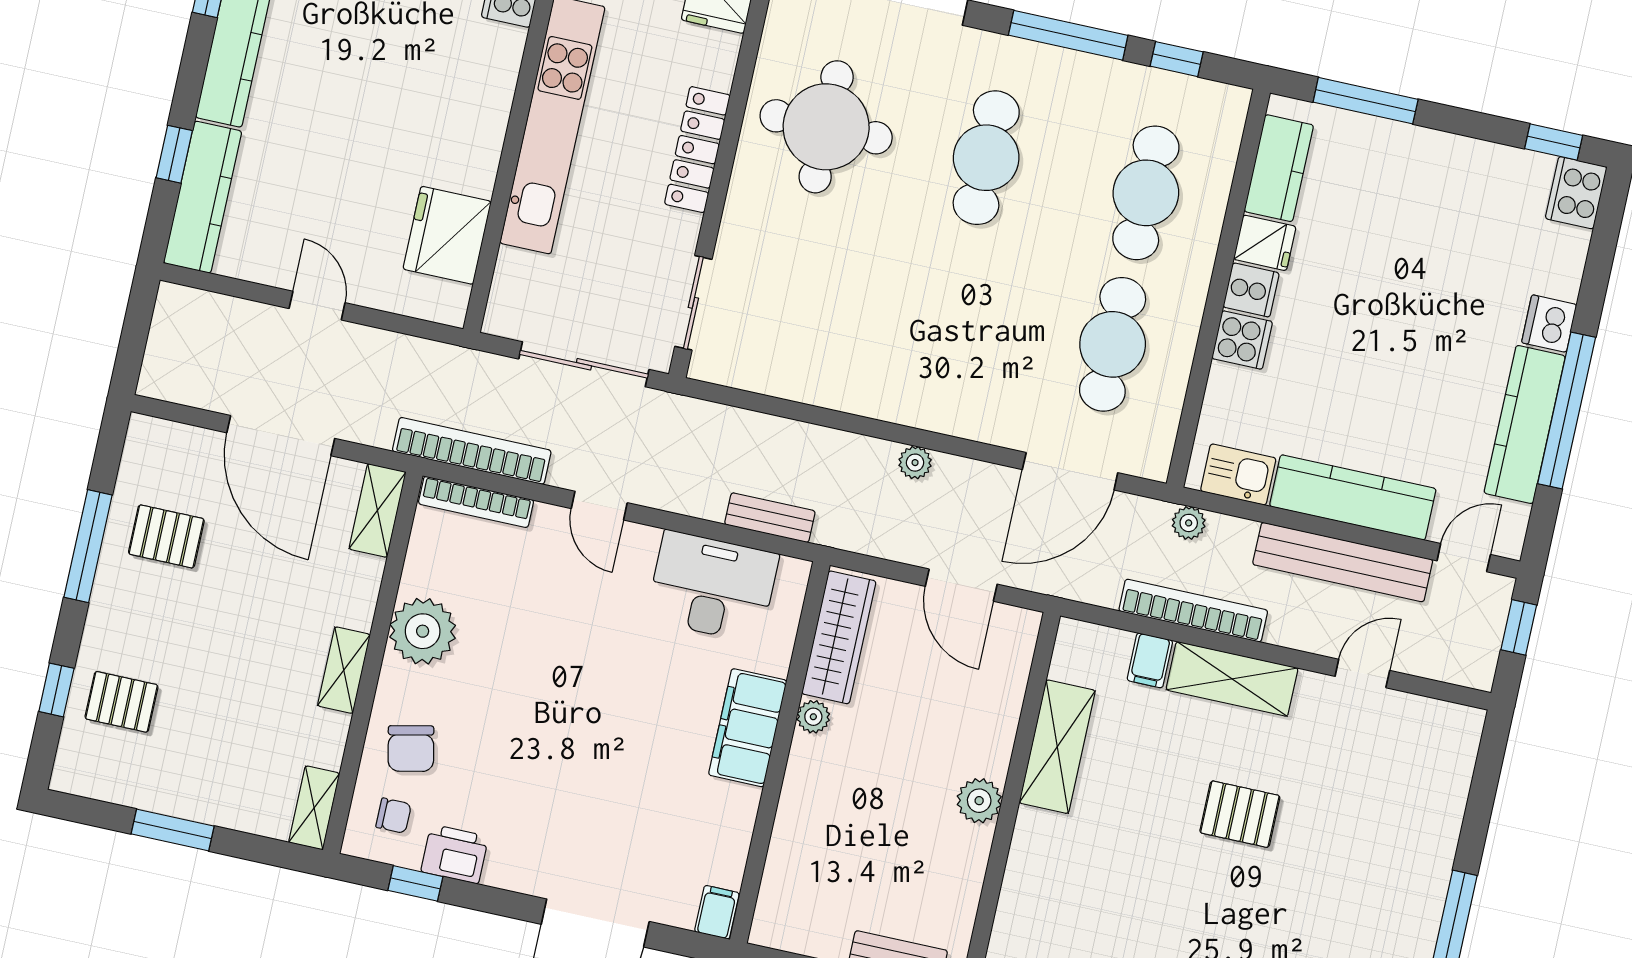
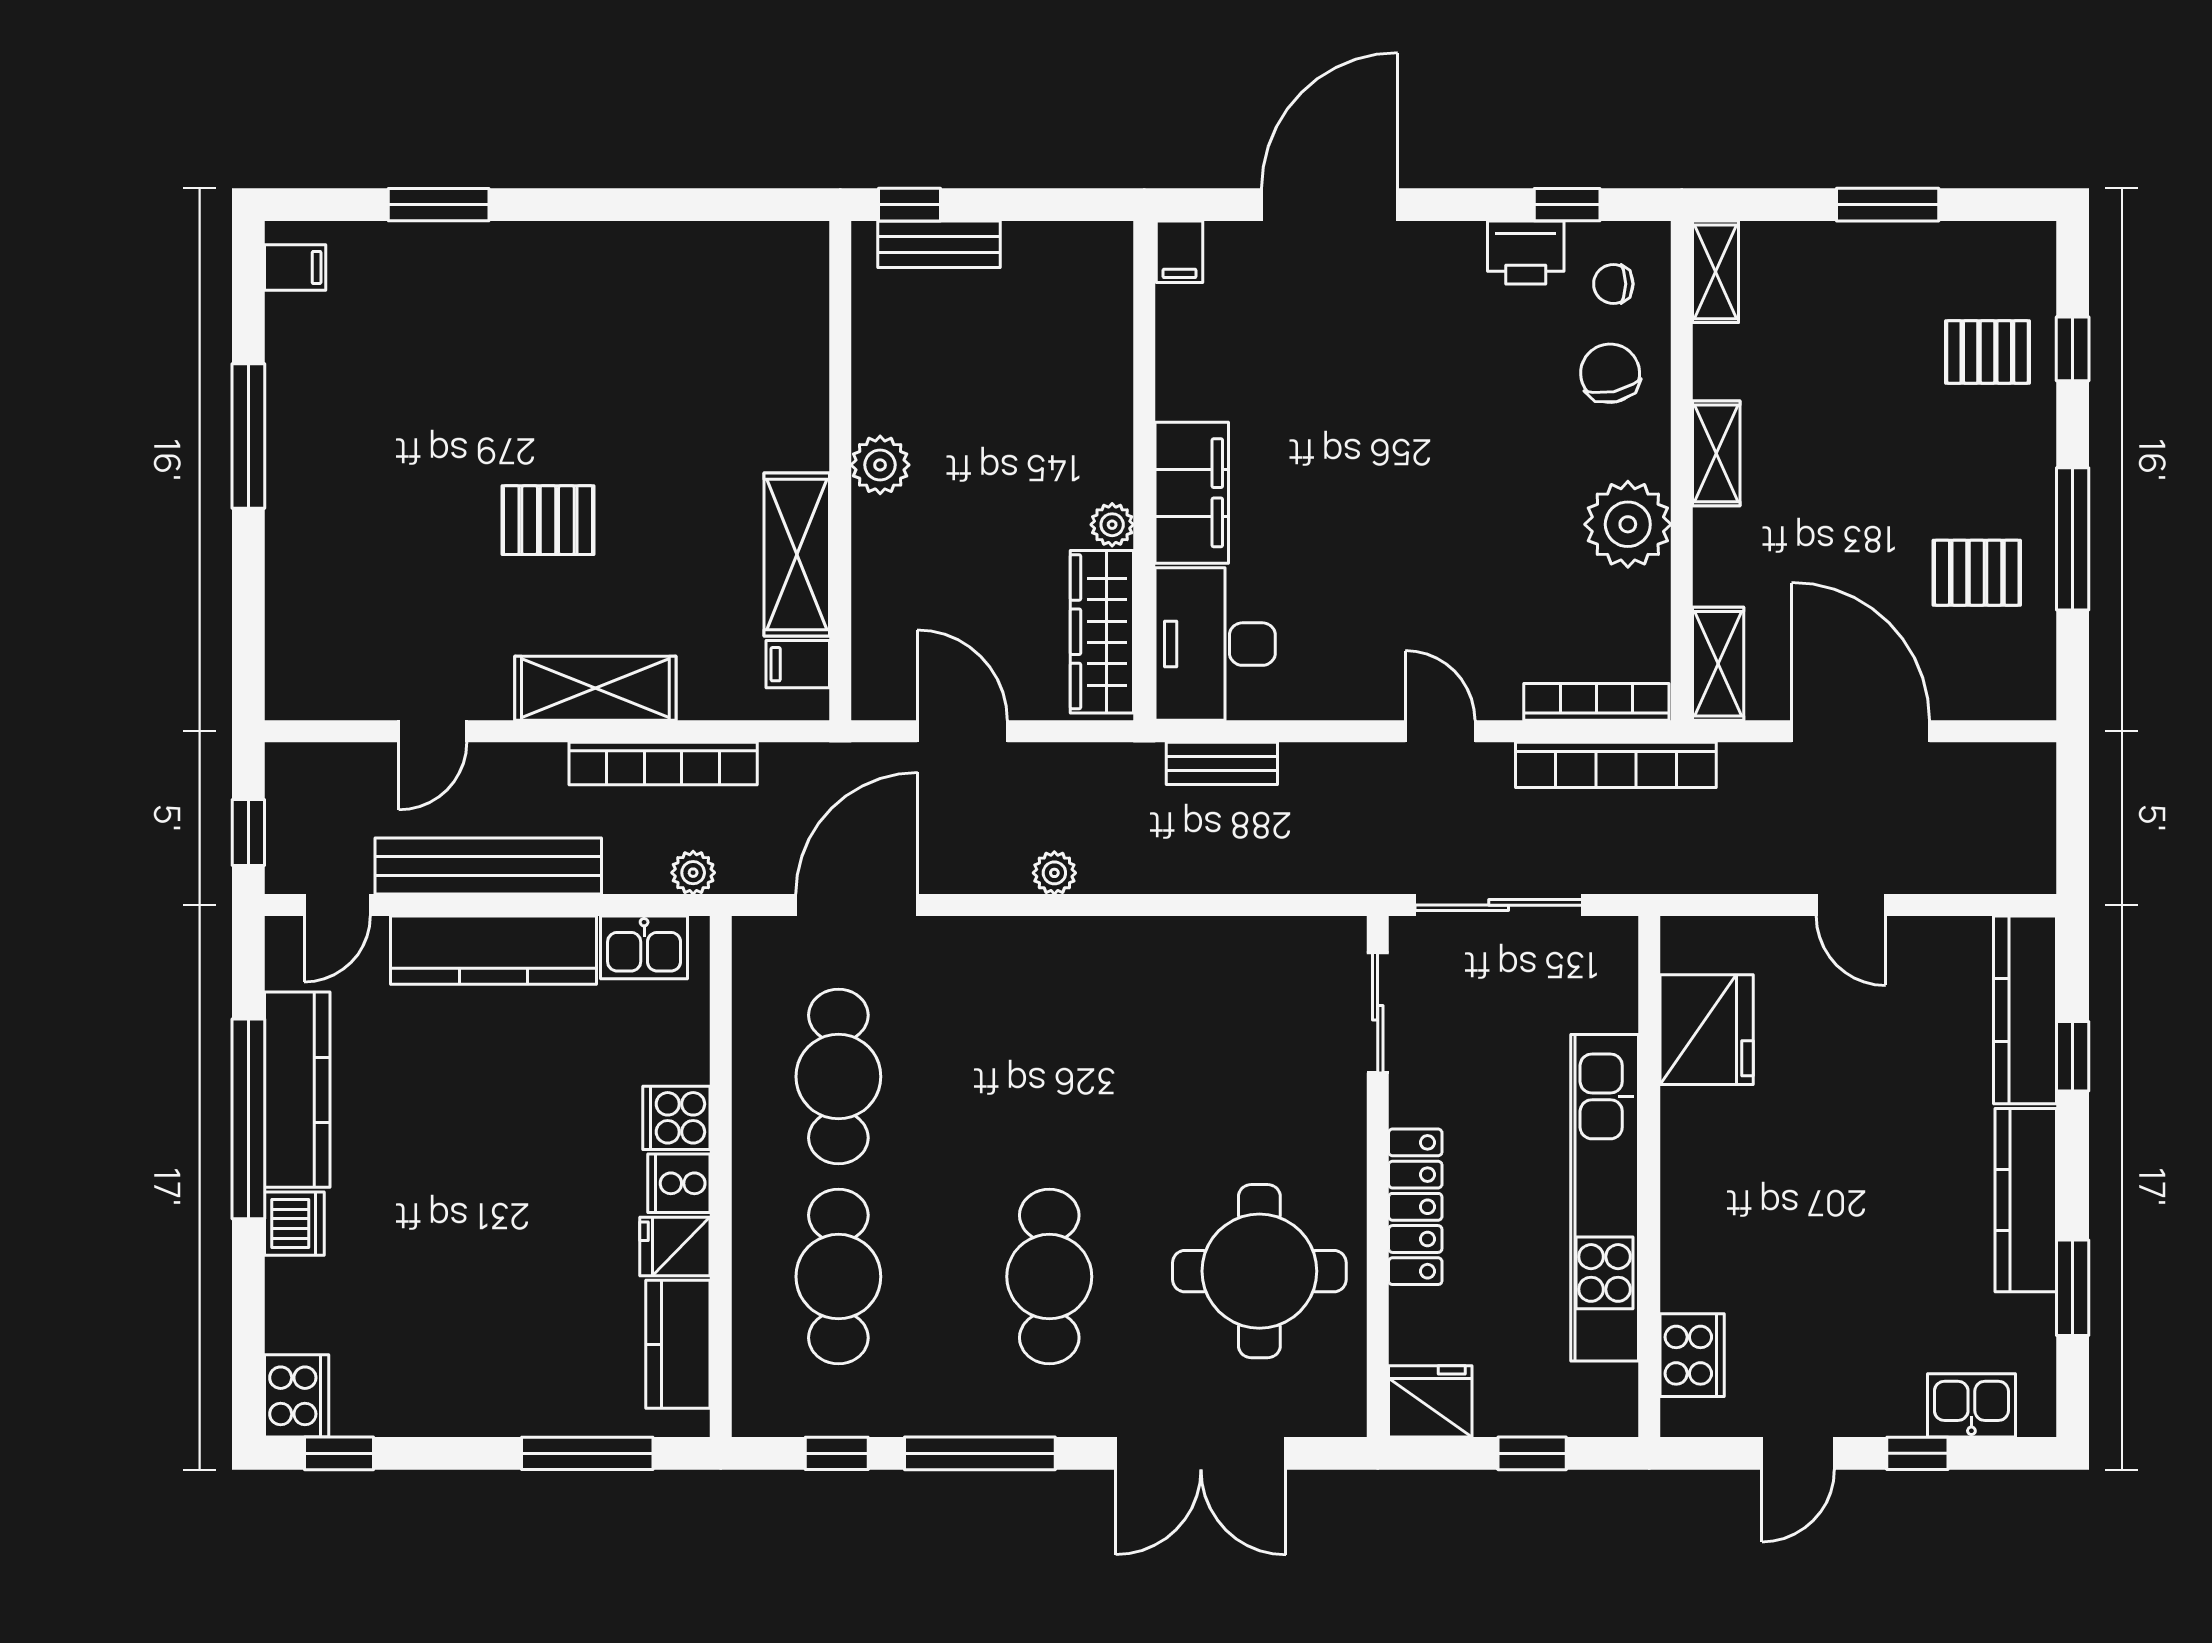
desk: (712, 587) -> (1215, 644), moved, turned 90
filing cabinet: (1150, 660) -> (798, 664), moved, turned -90

